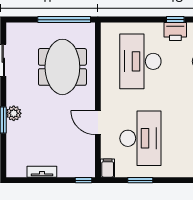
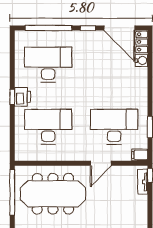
desk: (140, 61) -> (48, 127), turned 180
meeting table: (62, 67) -> (53, 194), width x1.36
tv unit: (42, 172) -> (143, 182), moved

